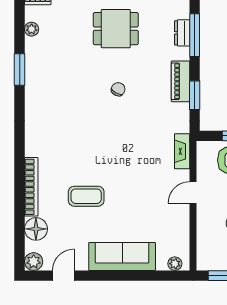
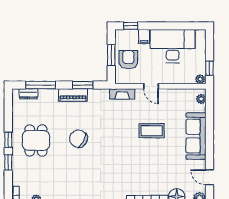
dresser: (182, 33) -> (29, 94), moved
chair: (118, 89) -> (78, 139), width x1.87, depth x1.87
coffee table: (86, 196) -> (152, 131), moved, turned 90
plant: (203, 262) -> (200, 79), added

